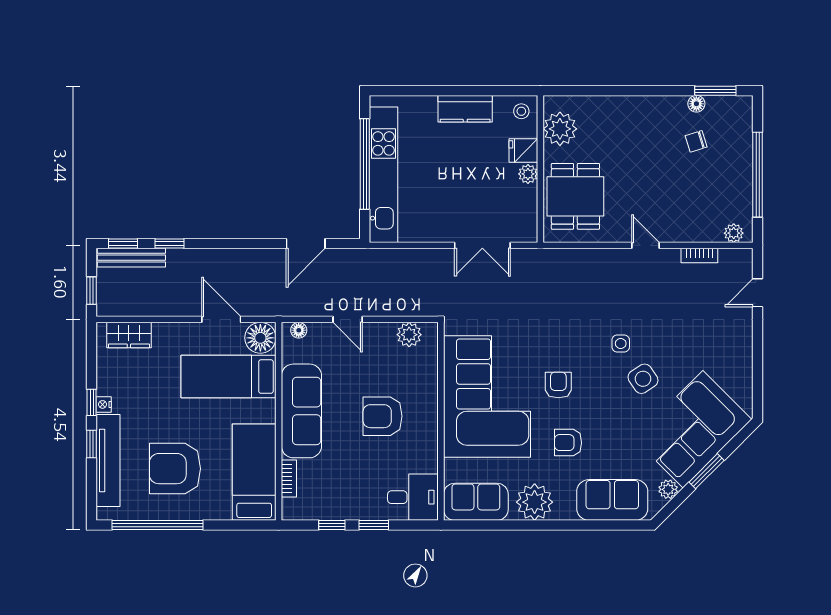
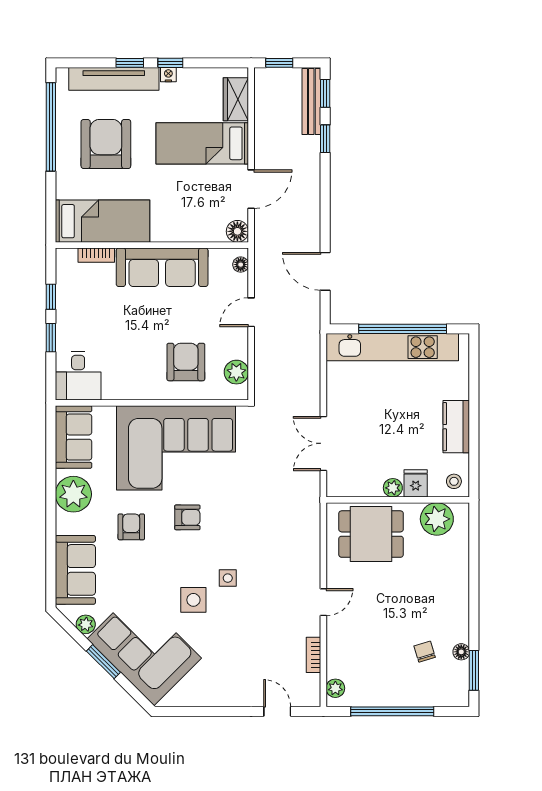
floor lamp: (260, 338) -> (237, 231), width x0.73, depth x0.73
bed: (228, 377) -> (202, 143), moved, turned -90
side table: (643, 379) -> (193, 600), turned 34
armchair: (383, 416) -> (186, 362), moved

